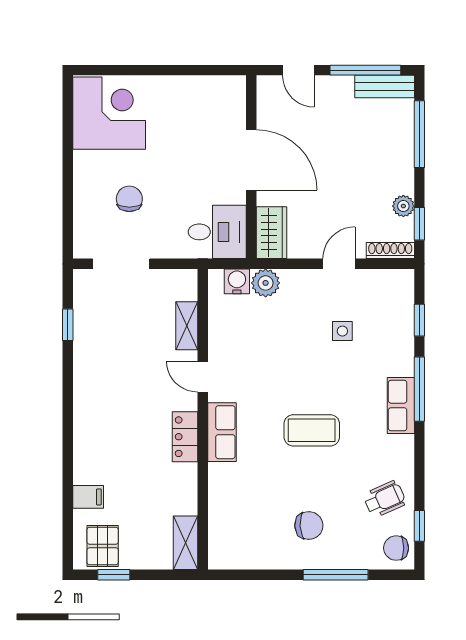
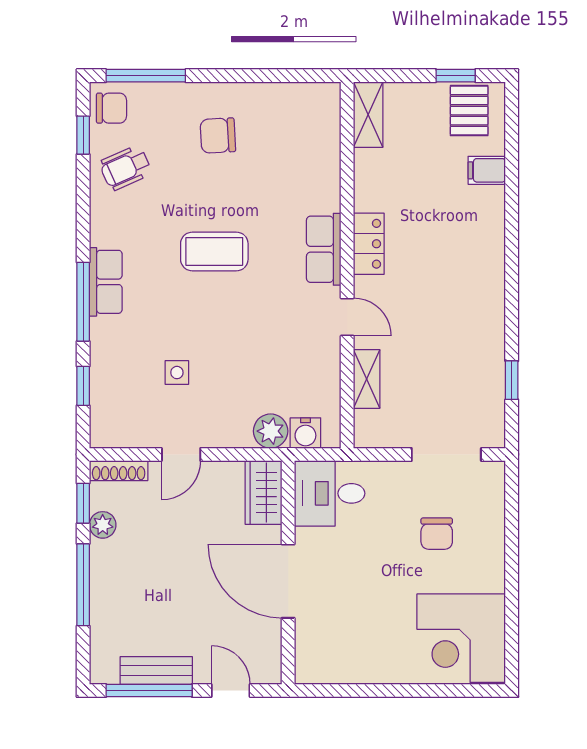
bench: (385, 87) -> (156, 670), moved
window: (419, 134) -> (83, 585), moved
window: (336, 575) -> (146, 76), moved

